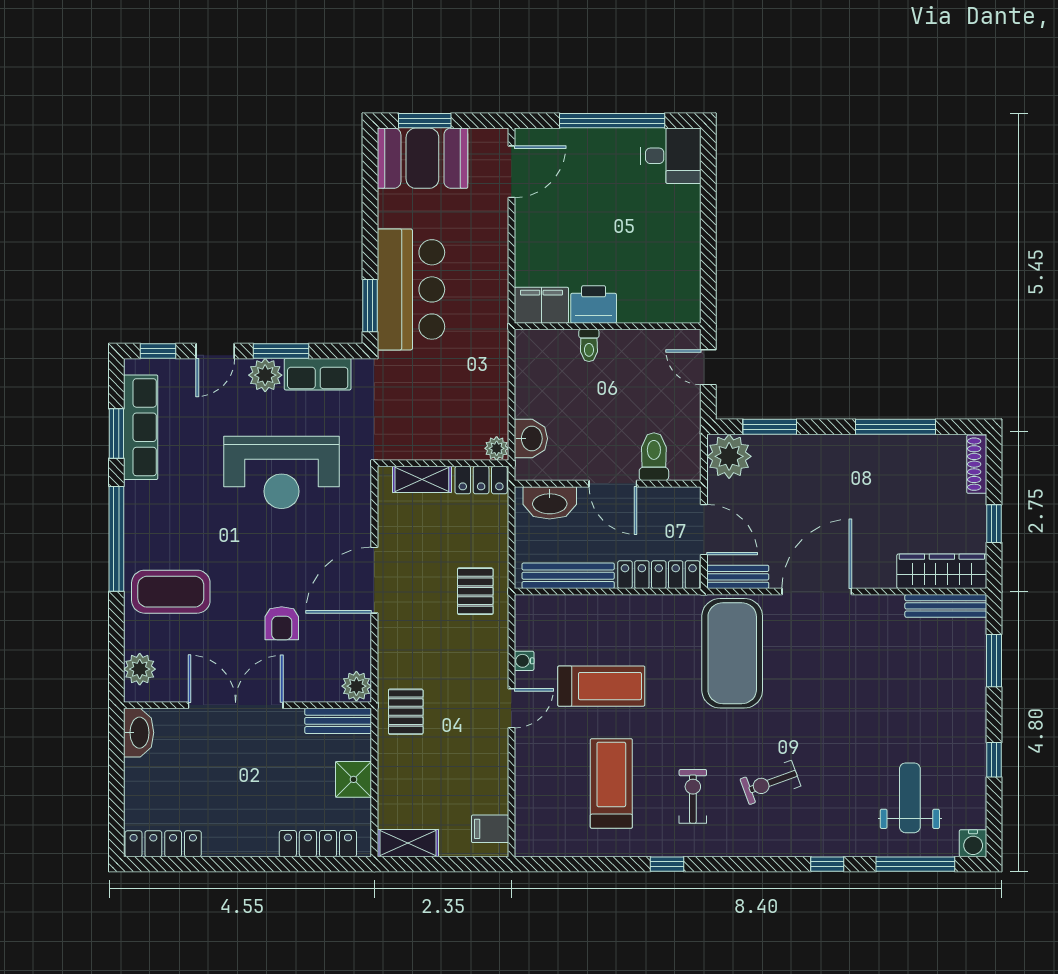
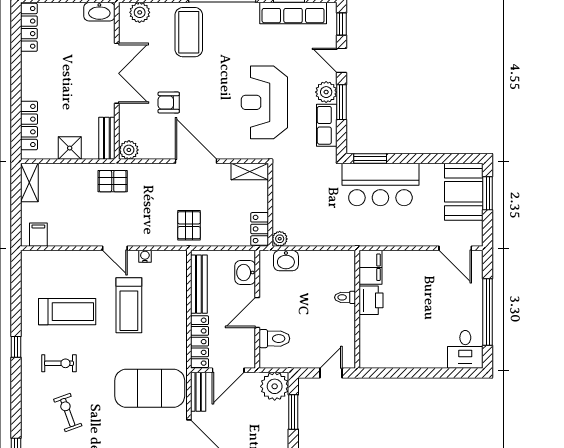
shelving: (422, 479) -> (250, 172), moved, turned 90
washbasin: (550, 503) -> (245, 273), width x0.72
pallet: (475, 591) -> (189, 225), turned 90

